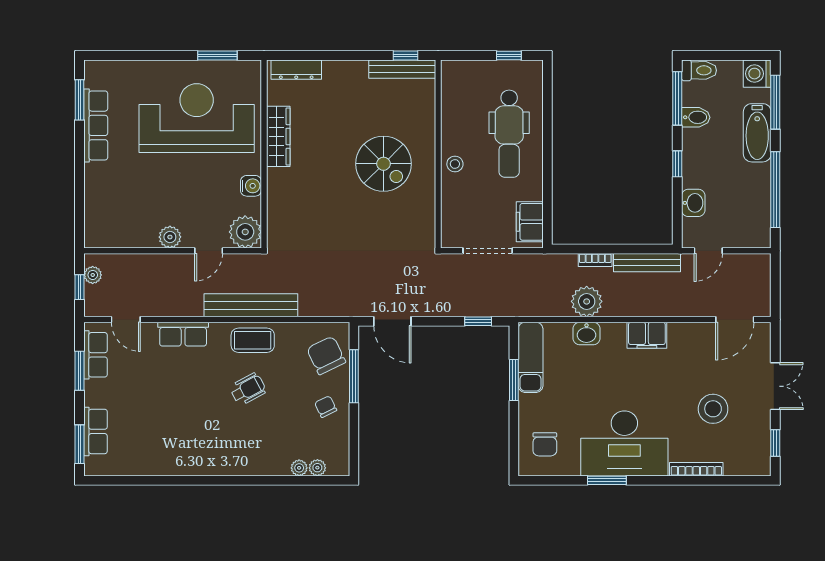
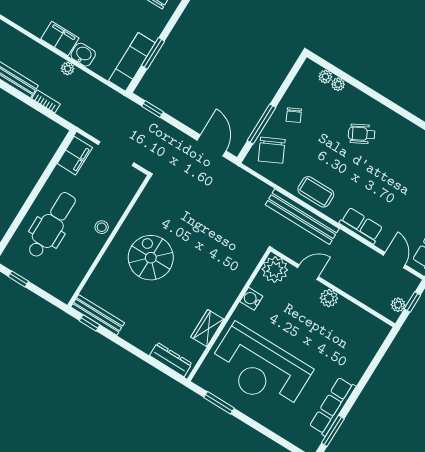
wardrobe: (278, 136) -> (207, 328), width x0.67
plant: (587, 301) -> (68, 69), width x0.53, depth x0.53
filing cabinet: (647, 335) -> (60, 39), moved
wheelchair: (248, 389) -> (362, 134), moved

